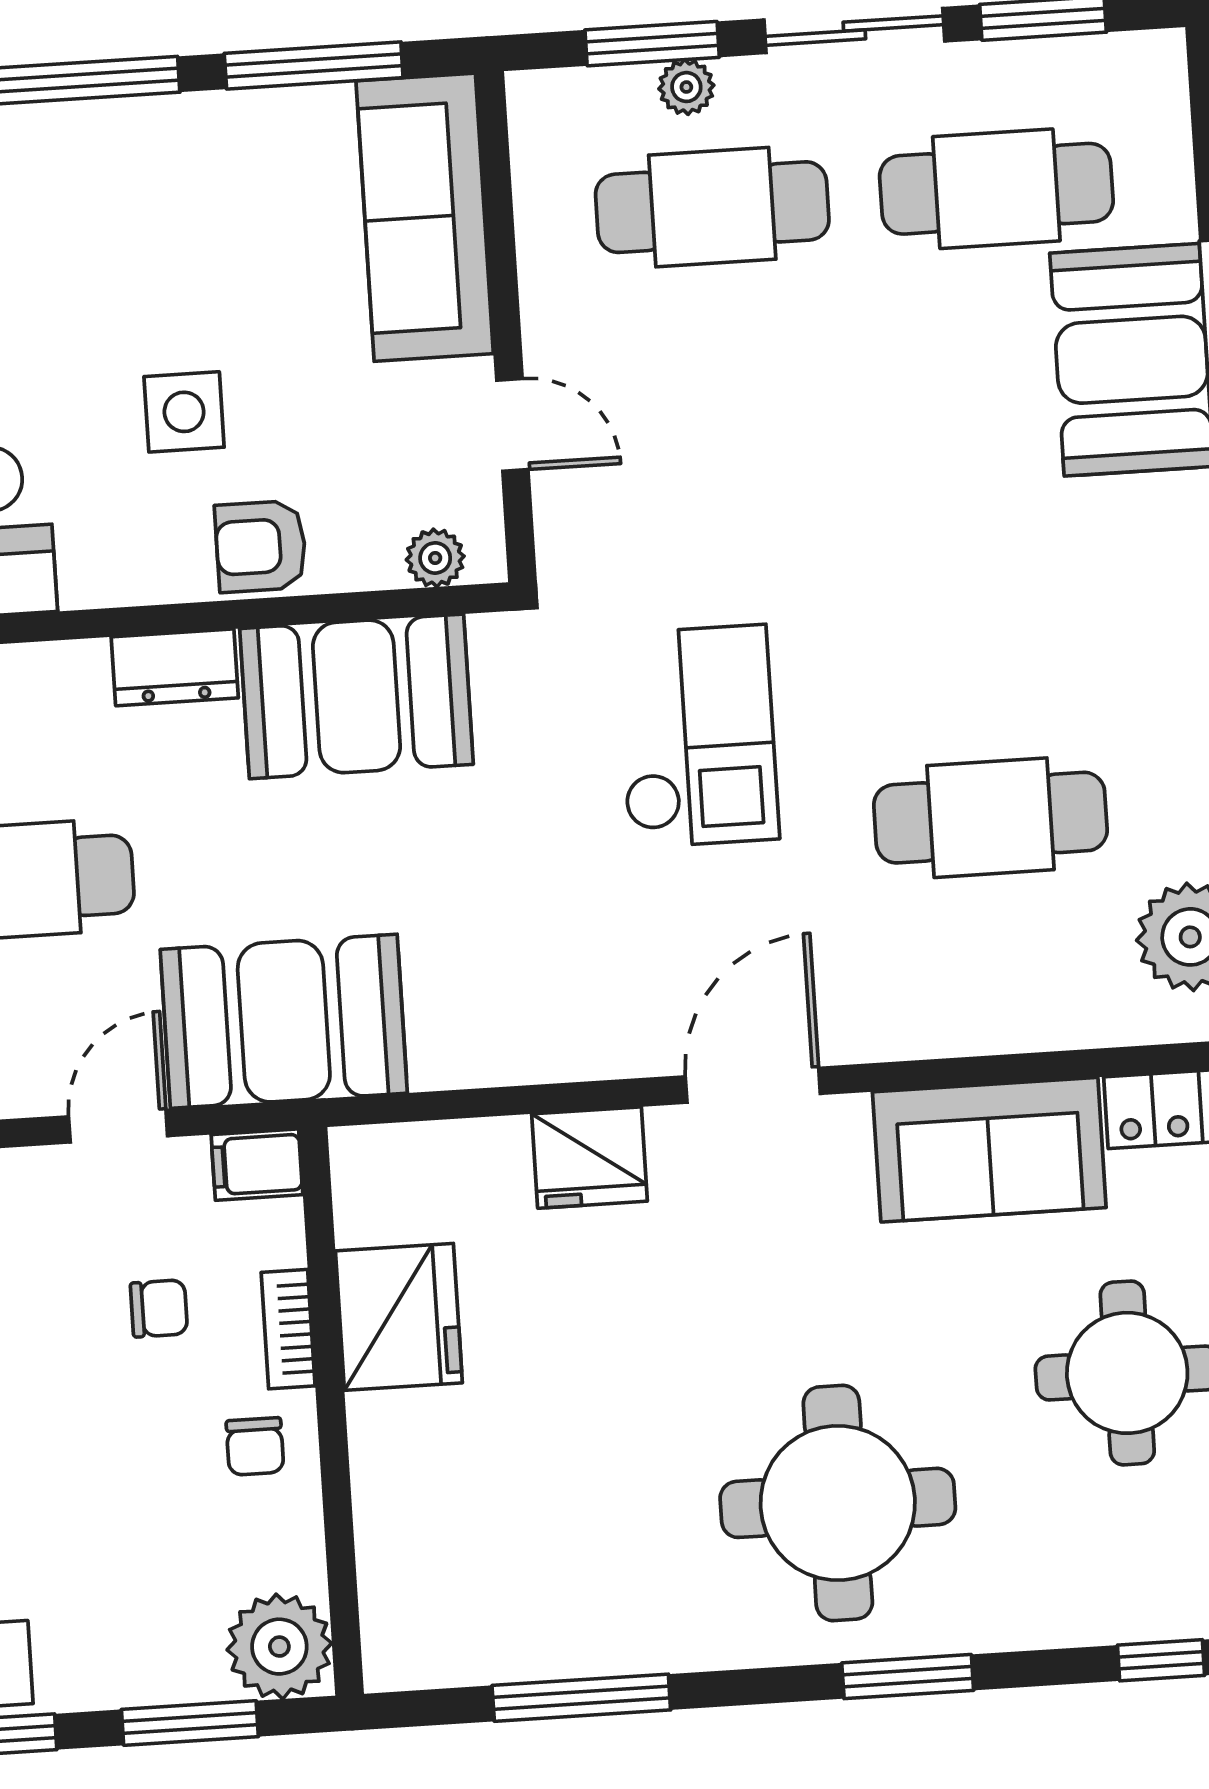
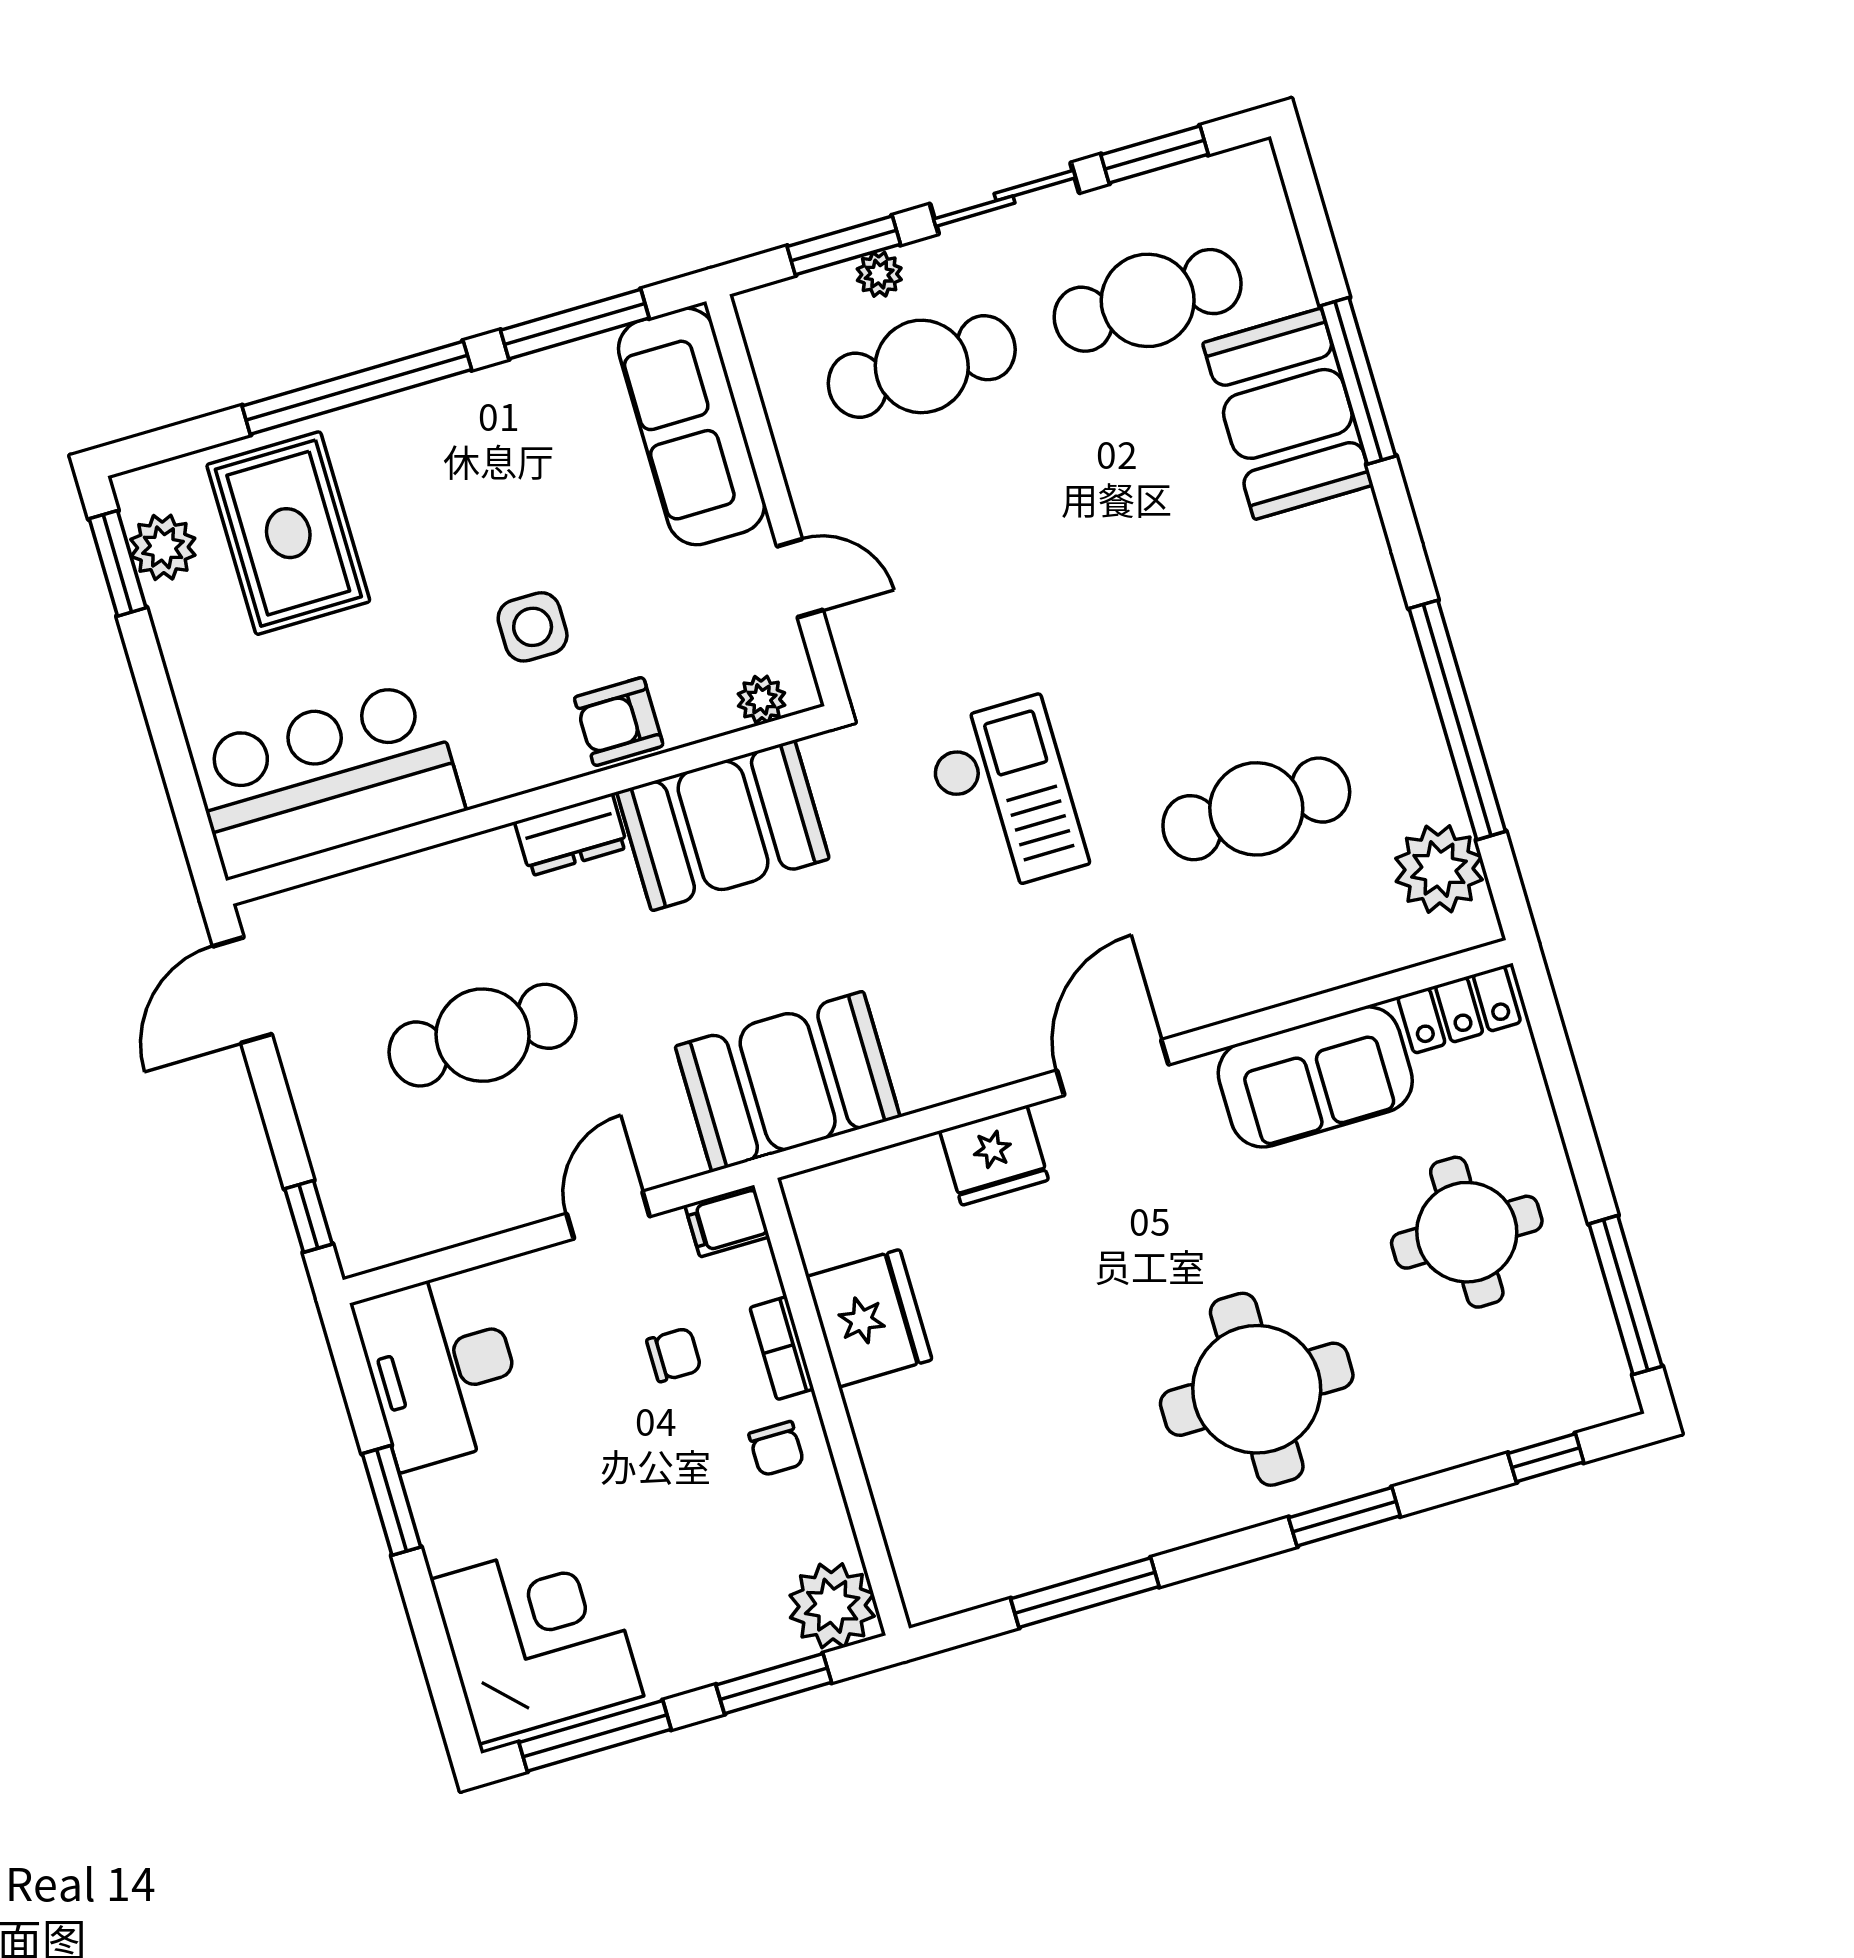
booth: (284, 1021) -> (788, 1082), moved

